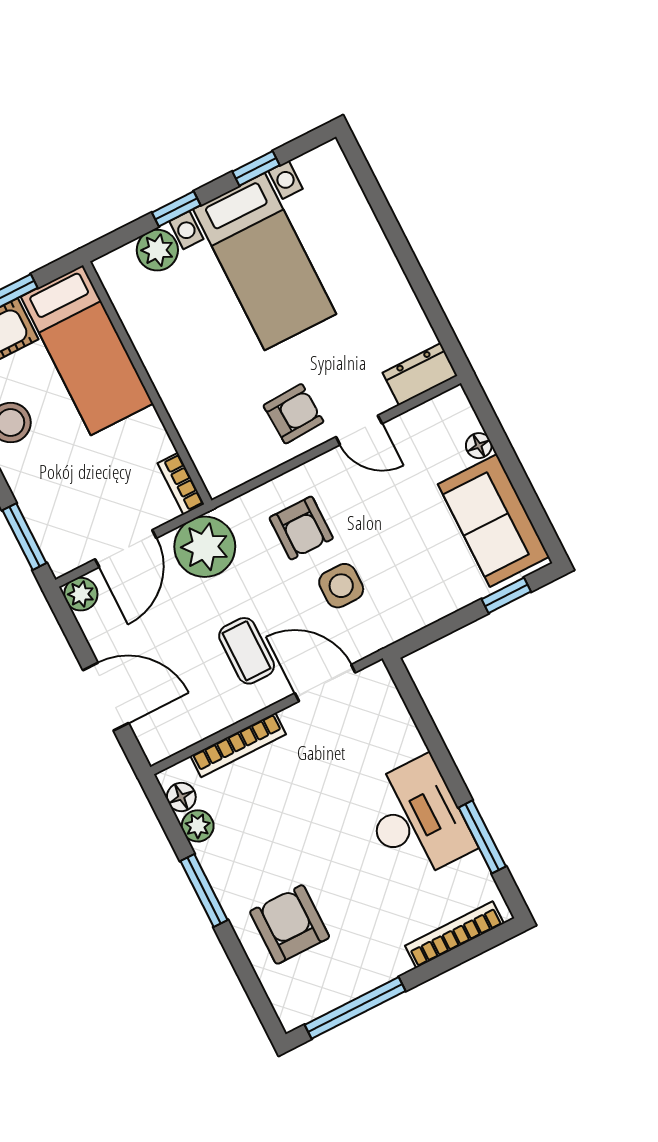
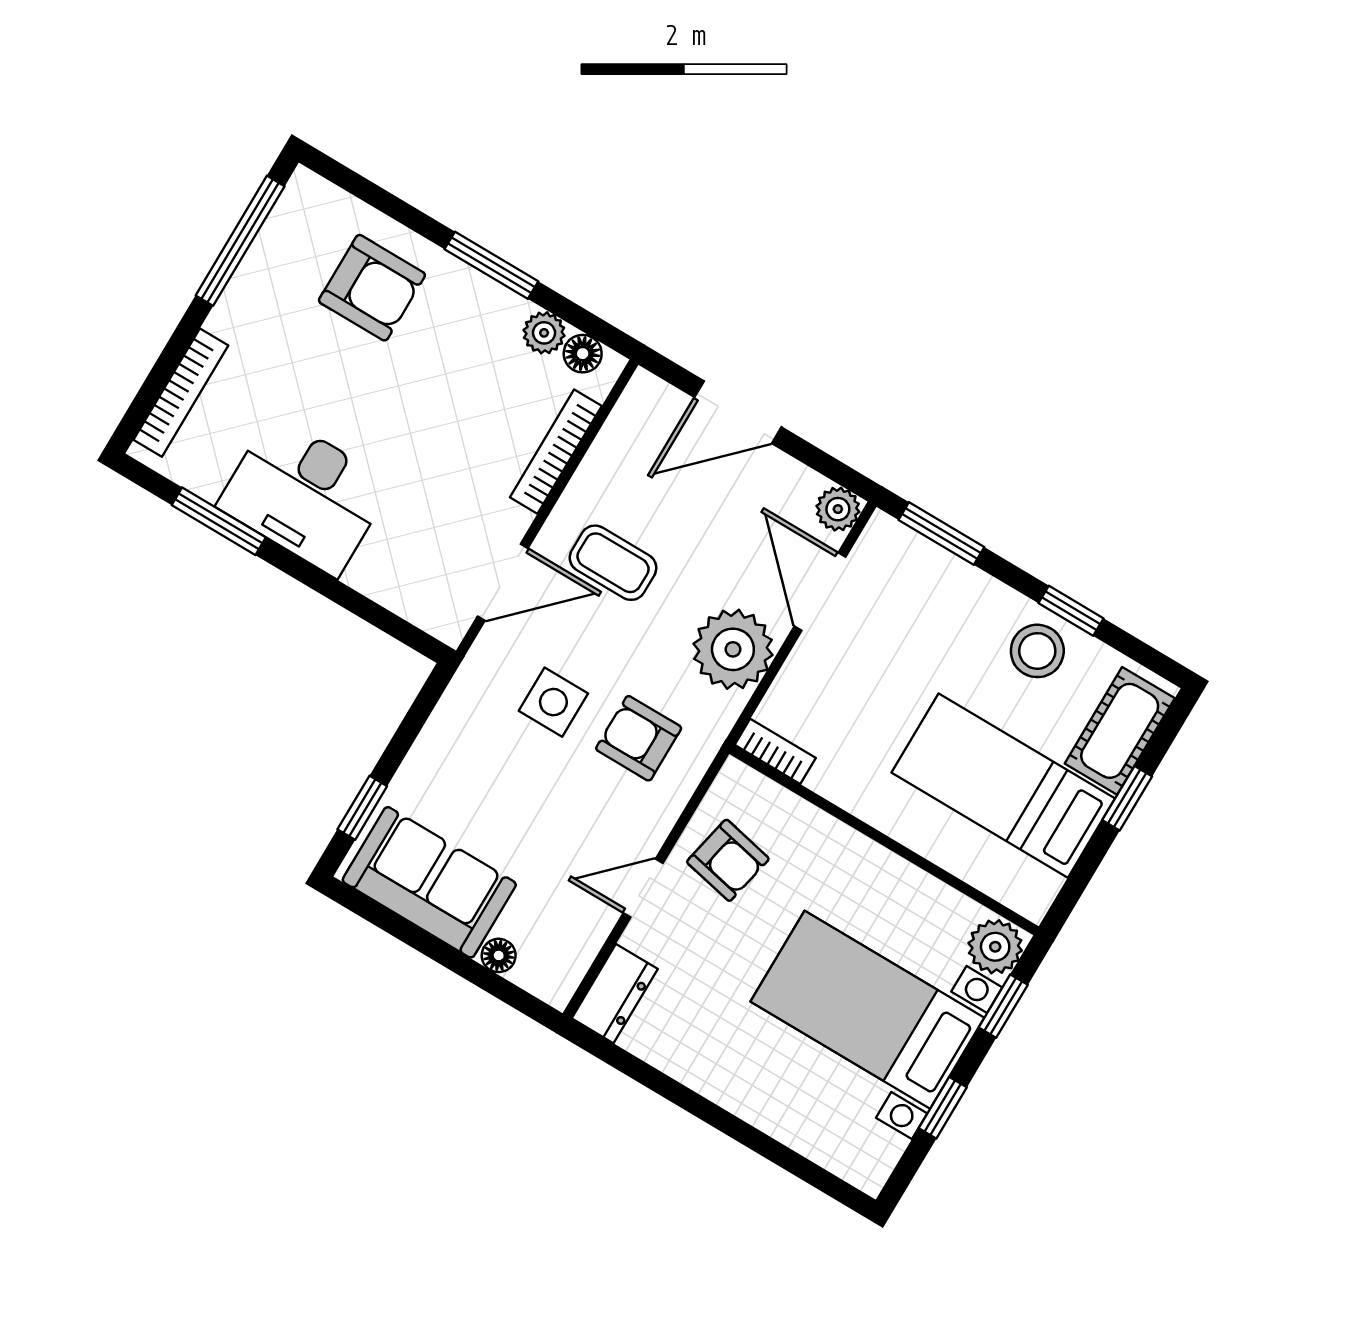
wall: (147, 383) -> (884, 840), moved
armchair: (293, 414) -> (728, 860), turned -75
bookcase: (181, 484) -> (775, 751), moved

